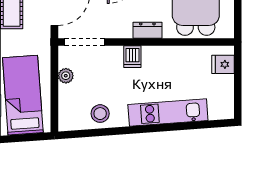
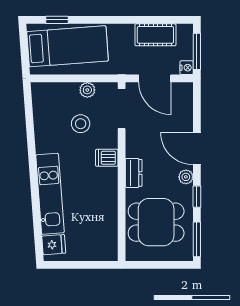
fridge: (223, 64) -> (54, 245), moved, turned 86
stool: (100, 114) -> (81, 124), moved

